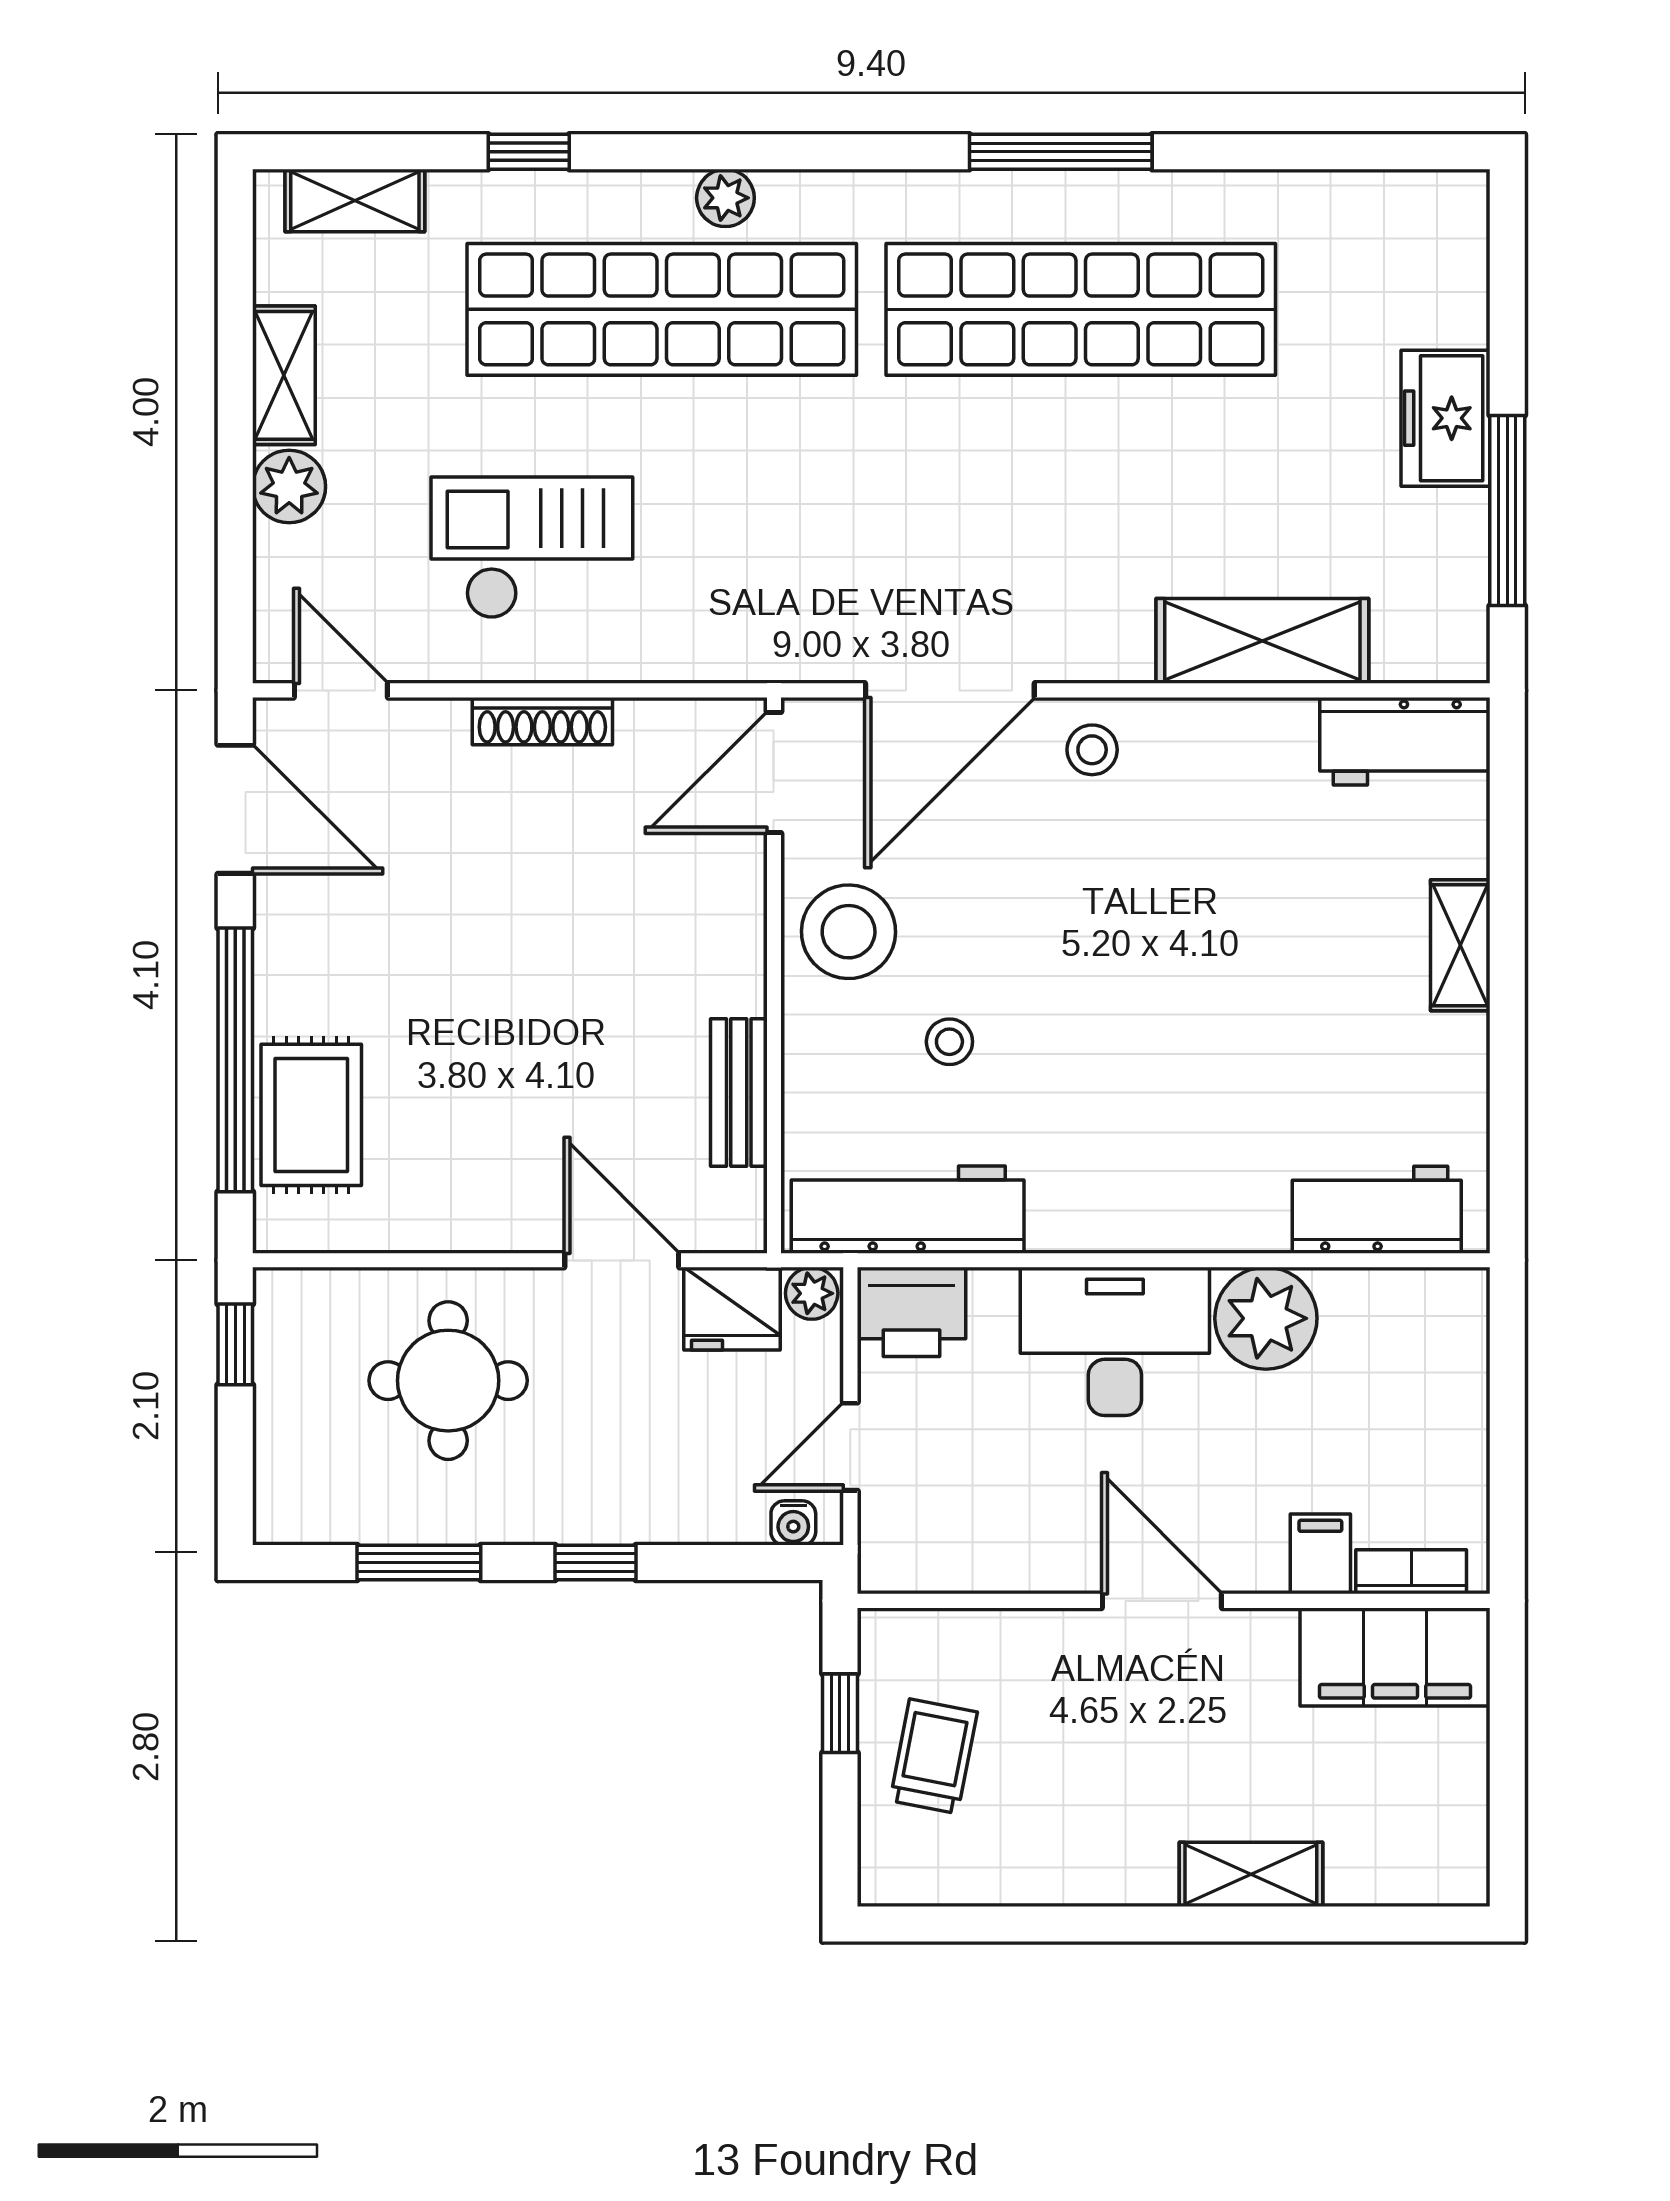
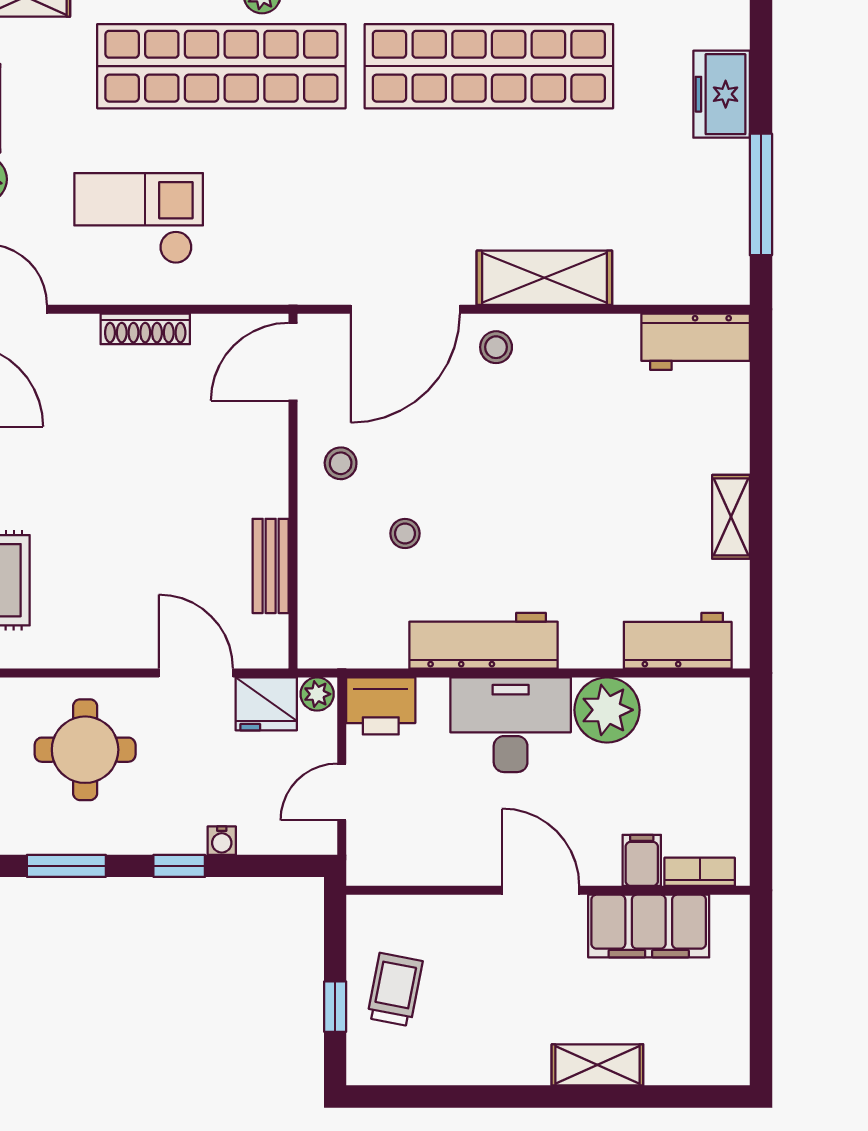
freezer: (1445, 418) -> (722, 94), moved
shelving: (1262, 641) -> (544, 278), moved
stool: (849, 932) -> (341, 463), width x0.53, depth x0.53
shelving: (1460, 945) -> (731, 517), moved
workbench: (908, 1210) -> (483, 641), moved
water cooler: (793, 1523) -> (222, 841), moved
filing cabinet: (1395, 1657) -> (649, 926), moved
window: (840, 1713) -> (335, 1007), moved

